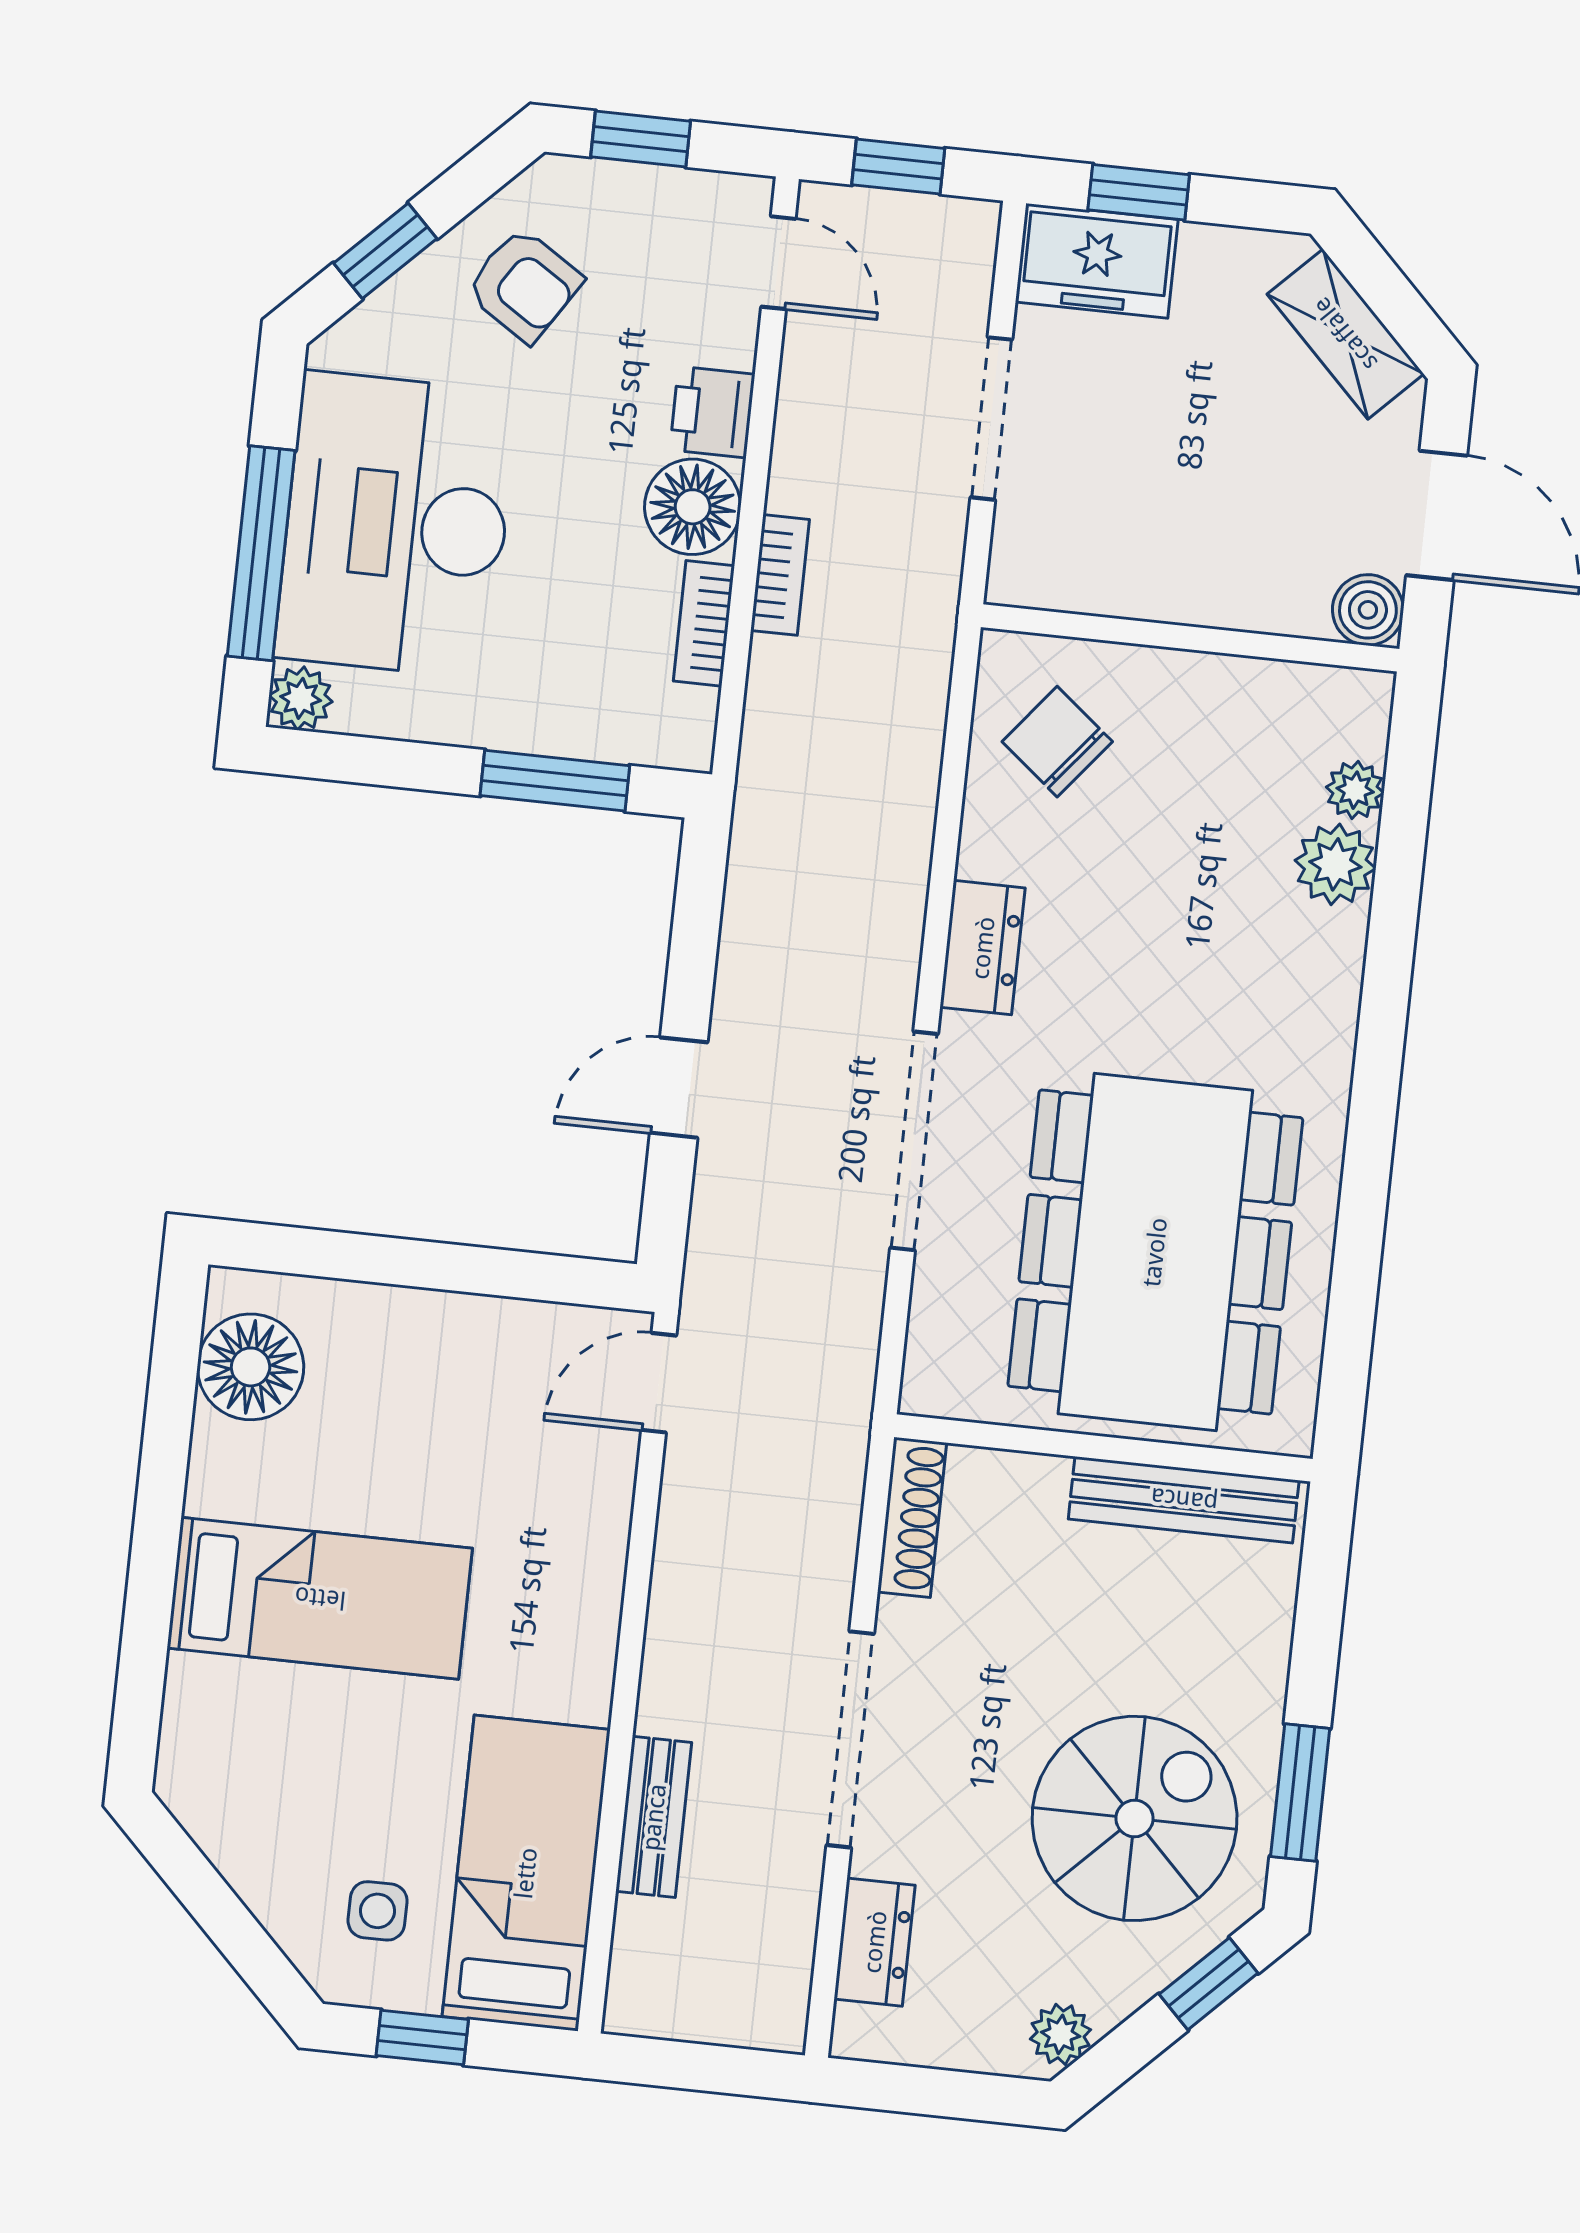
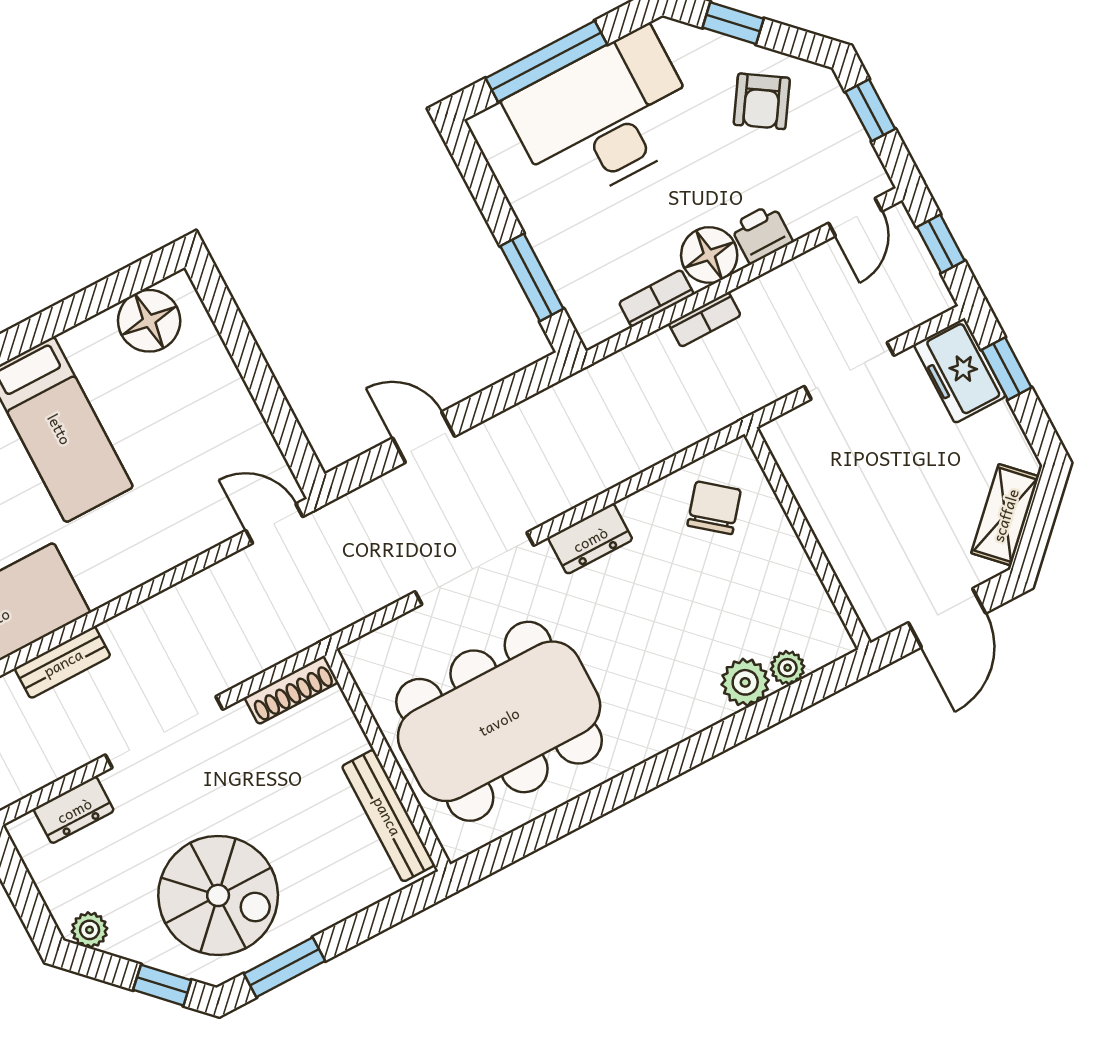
boiler: (1368, 610) -> (879, 615), removed
plant: (301, 698) -> (489, 128), removed

